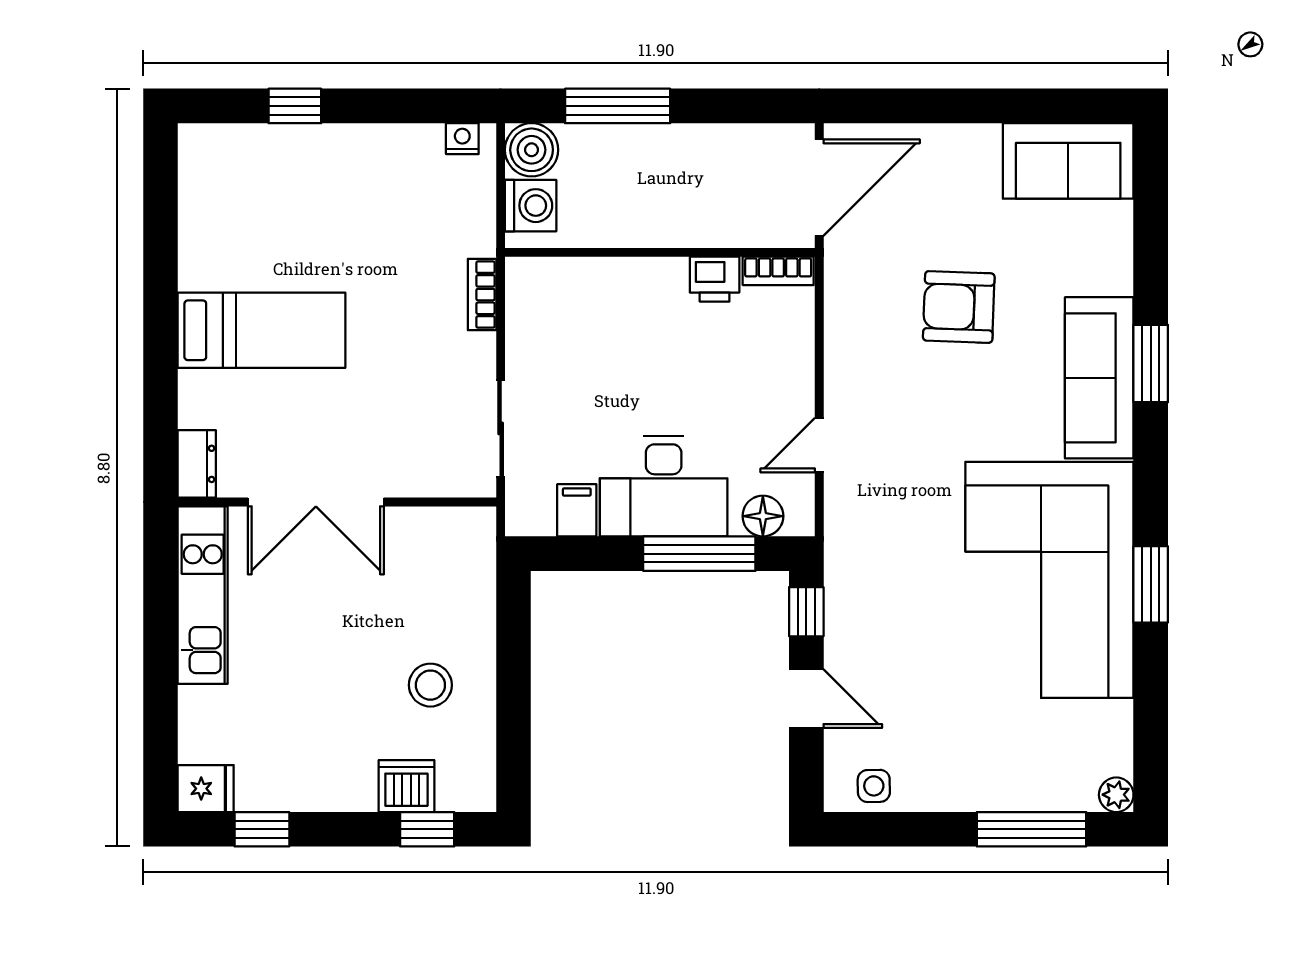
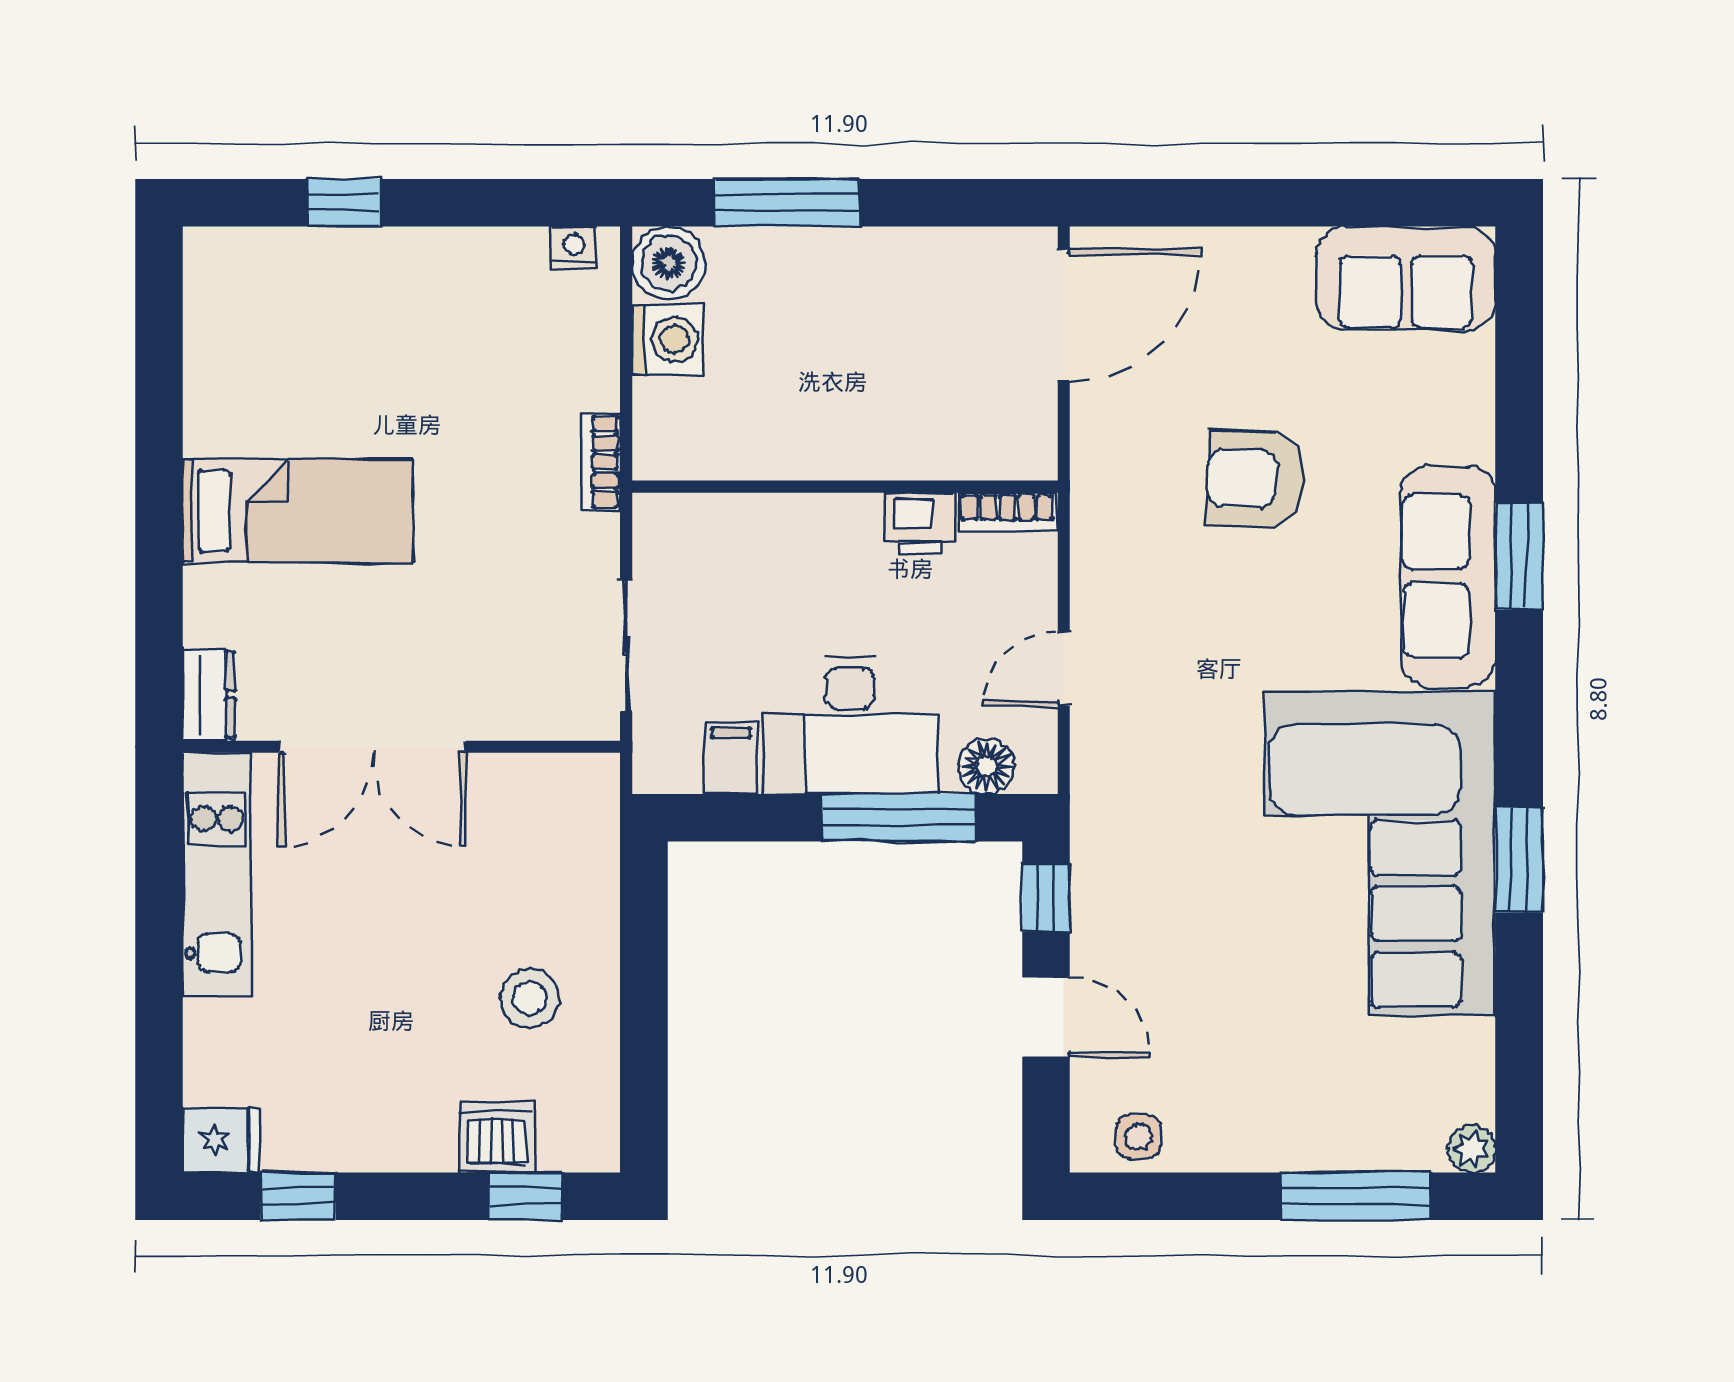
wall: (660, 252) -> (845, 487), moved
bookcase: (778, 271) -> (1007, 512), moved
printer: (715, 279) -> (920, 523), moved

